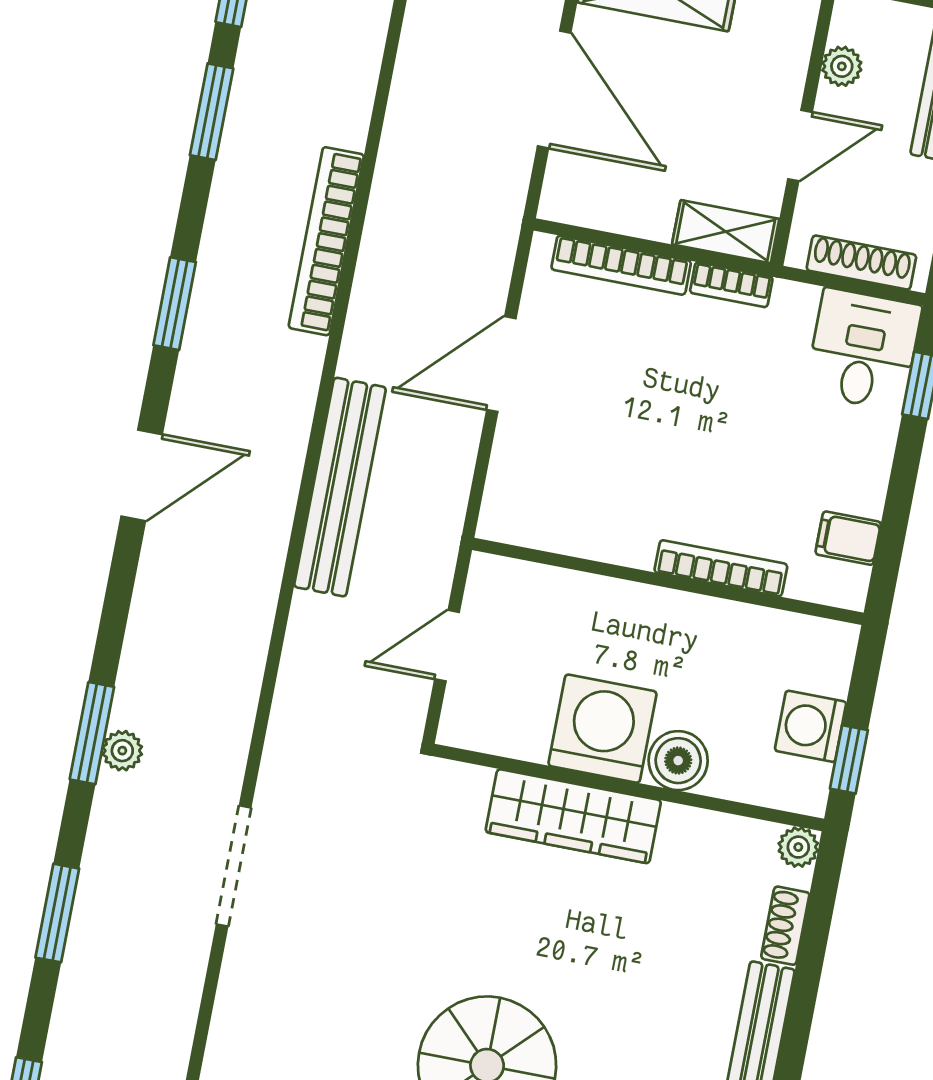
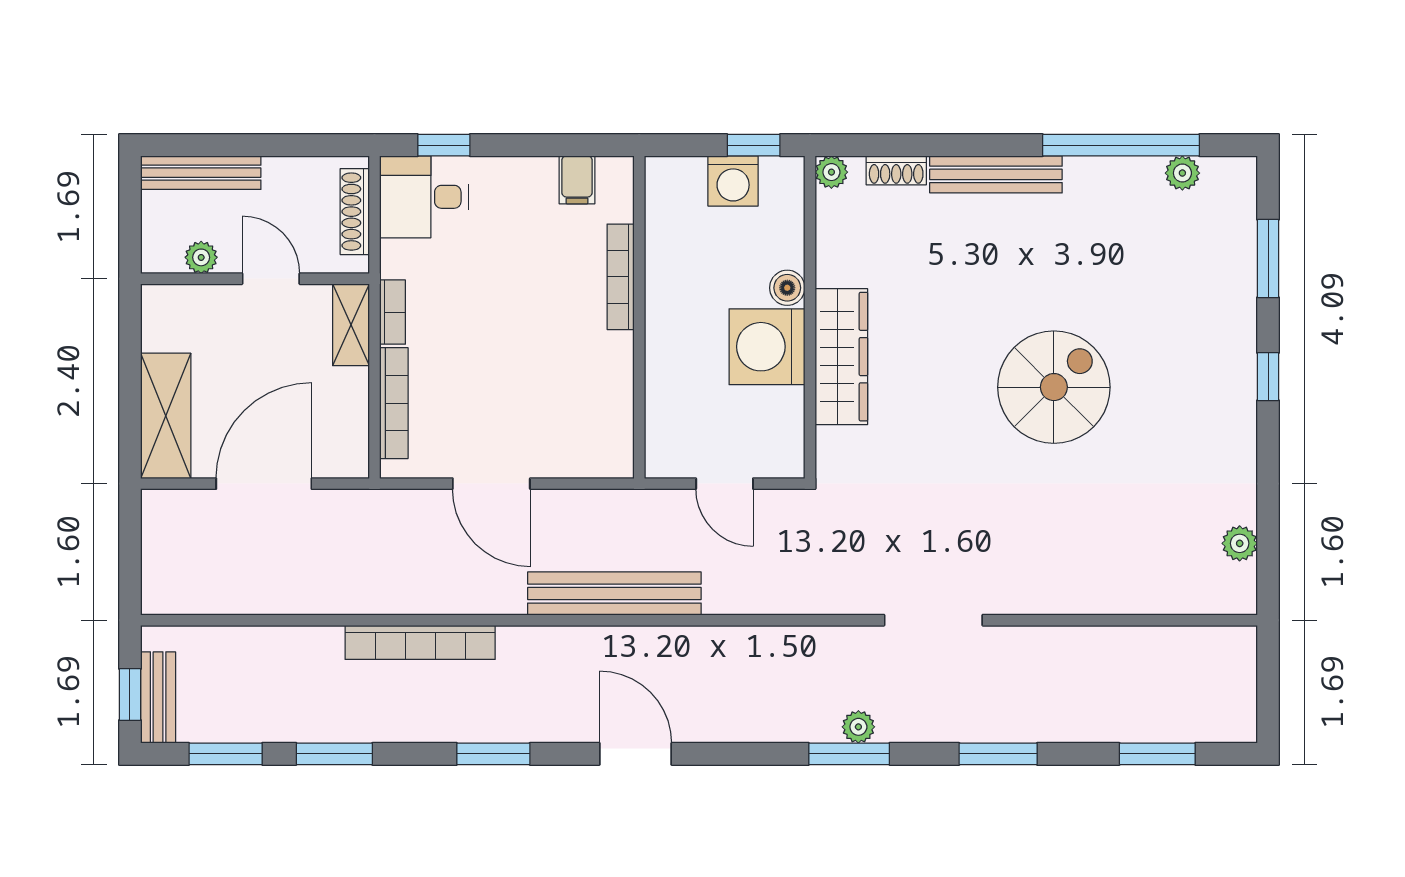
boiler: (678, 761) -> (787, 288), width x0.73, depth x0.73

